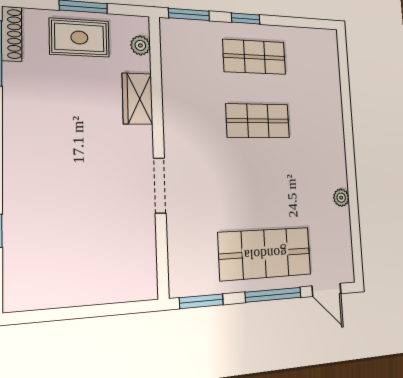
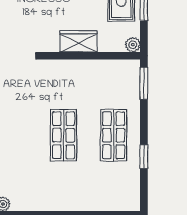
window: (246, 19) -> (144, 157), moved
plant: (140, 45) -> (133, 45), moved

